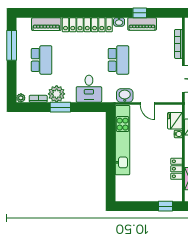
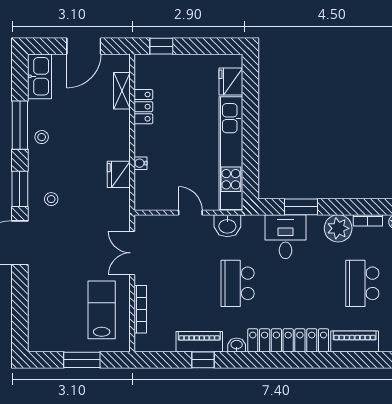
window: (60, 107) -> (301, 207), moved
fridge: (175, 121) -> (231, 81), moved, turned 180

